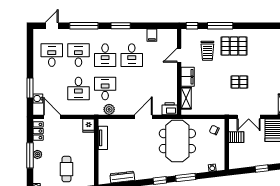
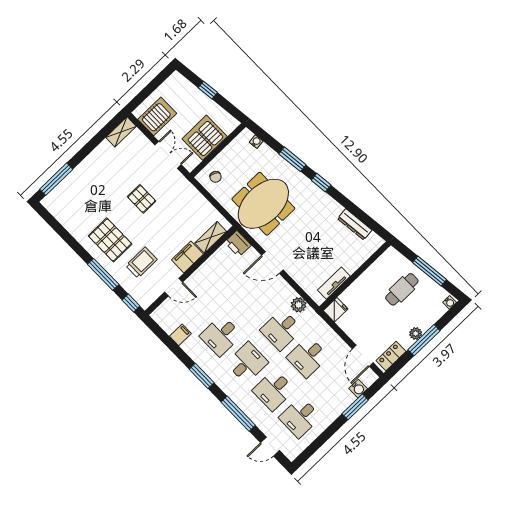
desk: (132, 55) -> (221, 336), turned 180
desk: (78, 89) -> (308, 357), turned 180
server rack: (236, 137) -> (205, 138), width x2.18, depth x1.44

